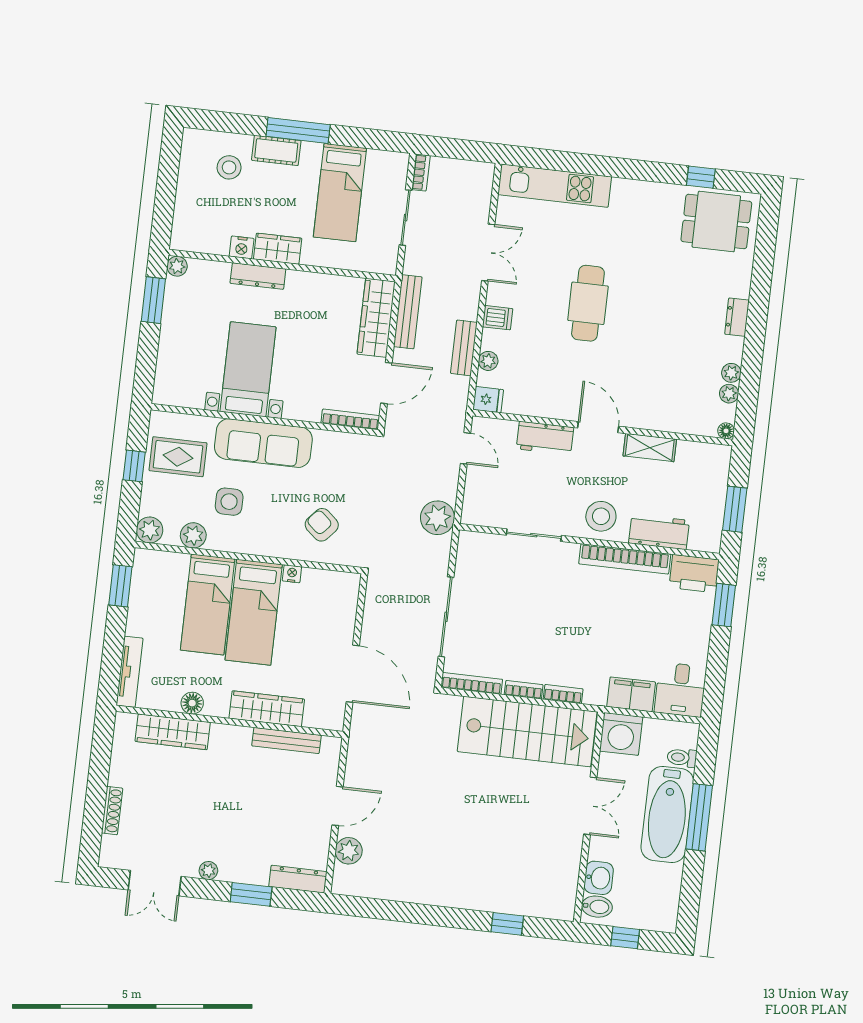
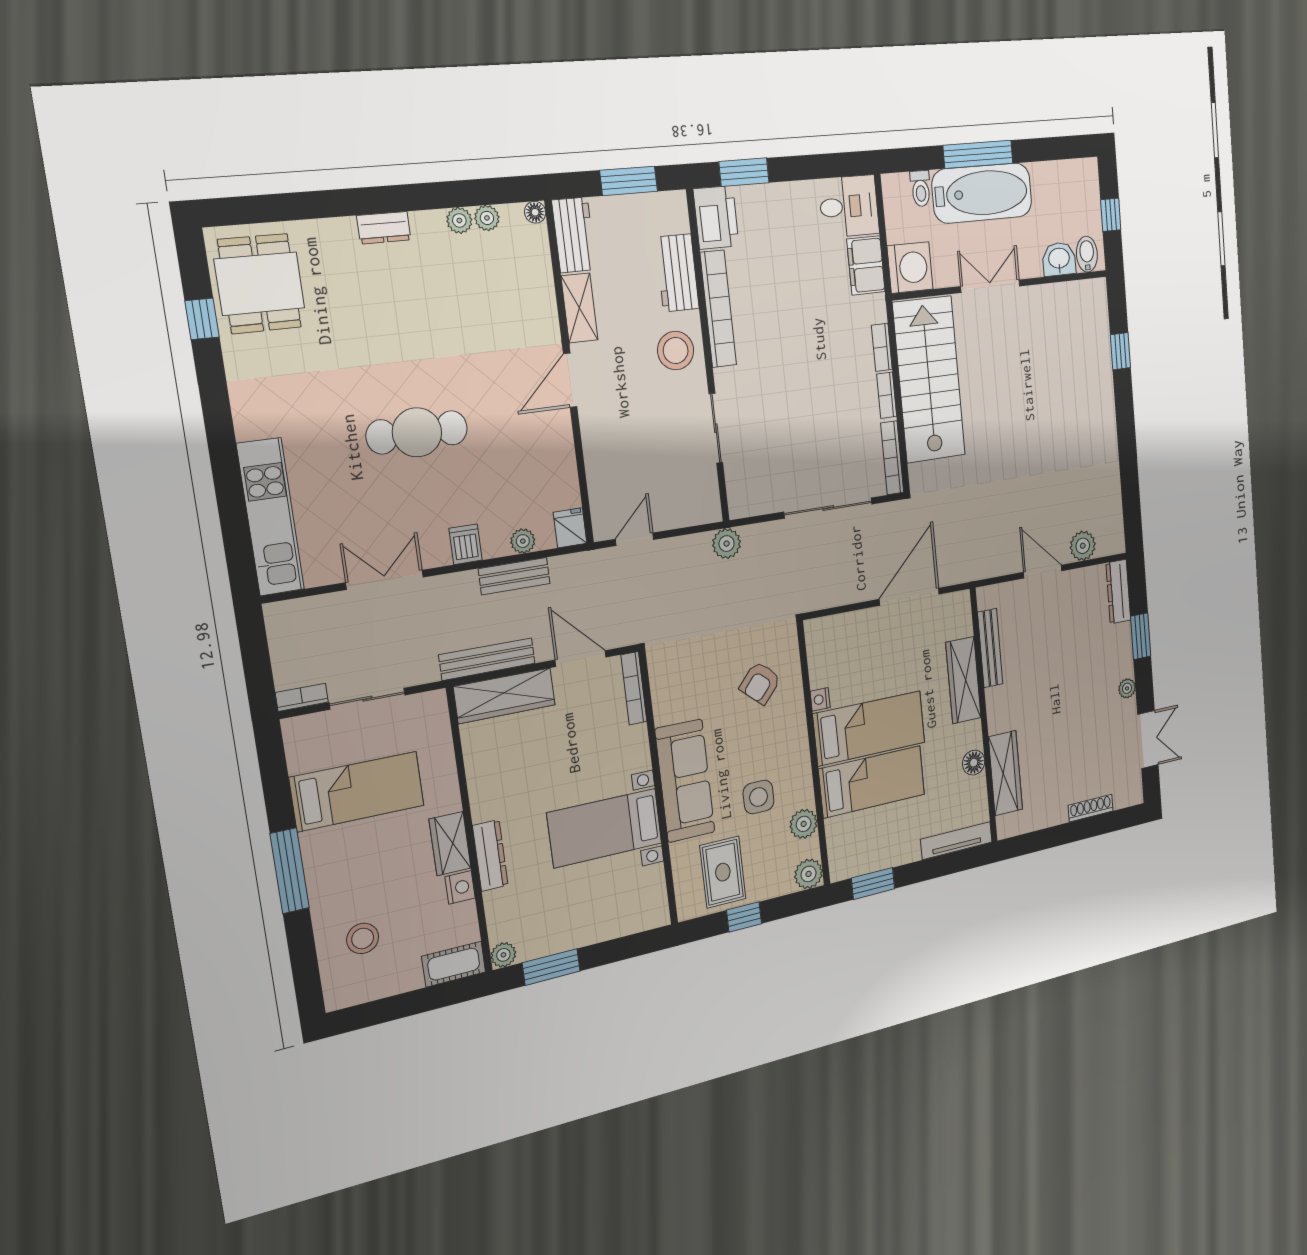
cot: (276, 150) -> (454, 964), moved, turned 90
workbench: (545, 438) -> (574, 235), moved
plant: (438, 518) -> (727, 544), width x0.73, depth x0.73

